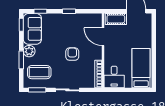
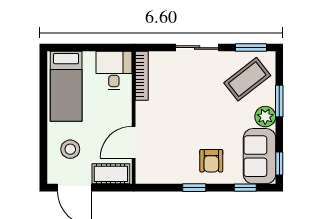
stool: (139, 33) -> (70, 149), added
door: (103, 37) -> (134, 142), swing flipped
armchair: (72, 54) -> (211, 161), moved
coffee table: (39, 72) -> (247, 79), turned -38

